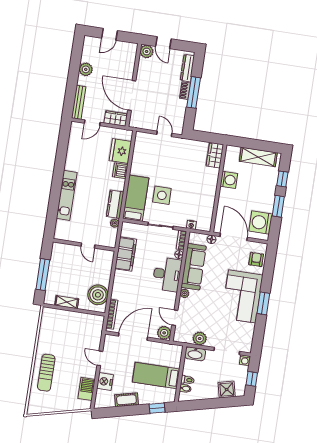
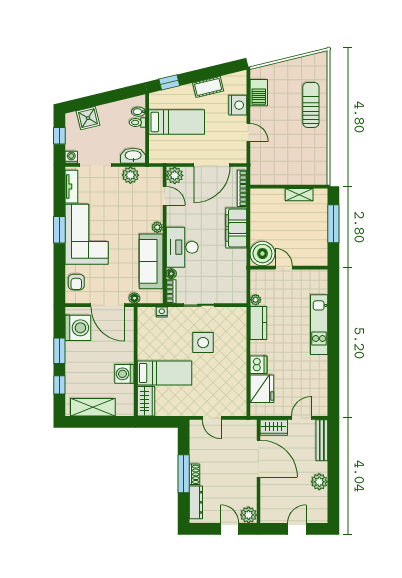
bed: (136, 198) -> (165, 373), moved, turned -90
filing cabinet: (126, 254) -> (236, 228), moved
boiler: (98, 295) -> (262, 254), moved
tv unit: (248, 337) -> (71, 187), added

